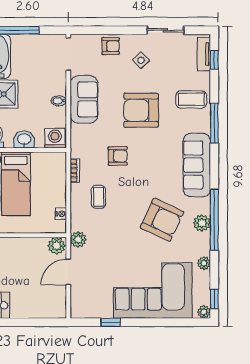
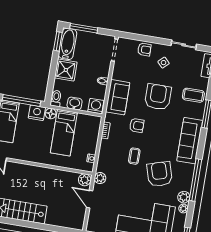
sofa: (84, 99) -> (118, 97), moved
armchair: (141, 110) -> (158, 97), turned 90
coffee table: (99, 197) -> (134, 156), moved
armchair: (162, 220) -> (160, 174), turned -132
plant: (202, 223) -> (184, 197), moved
door: (68, 272) -> (90, 199), hinge flipped

